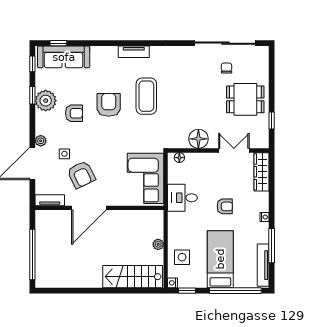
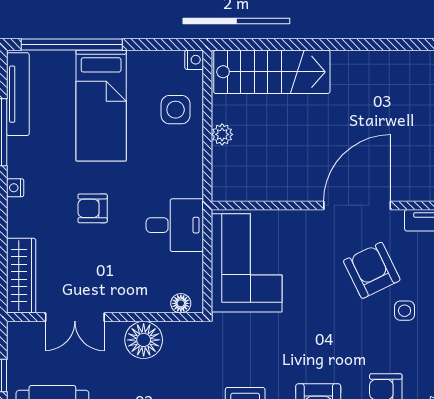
window: (187, 291) -> (166, 45), removed

